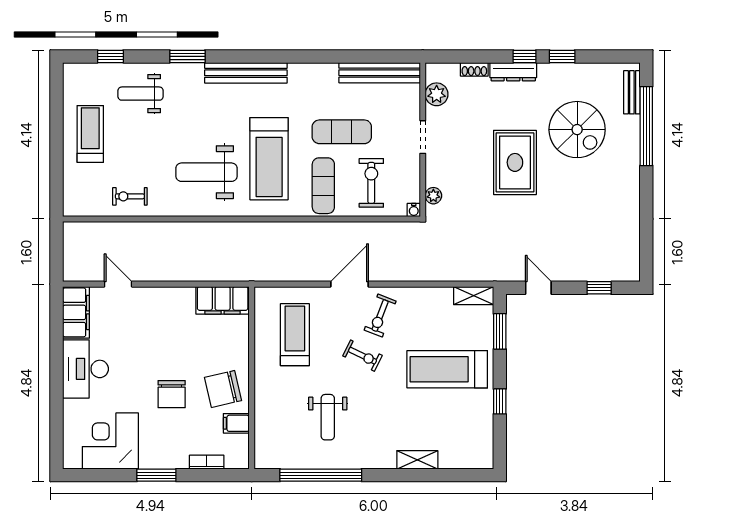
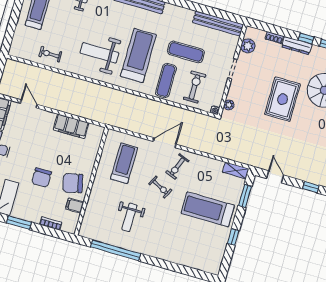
treadmill: (269, 159) -> (139, 56), turned 180
filing cabinet: (223, 300) -> (71, 126), moved
shelving: (417, 460) -> (175, 258), removed

